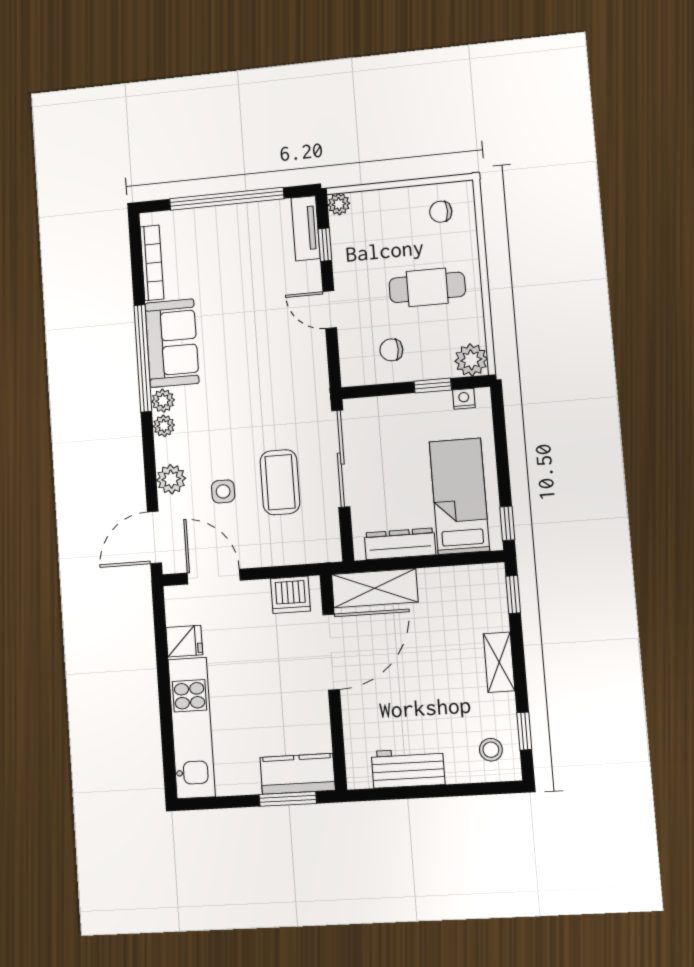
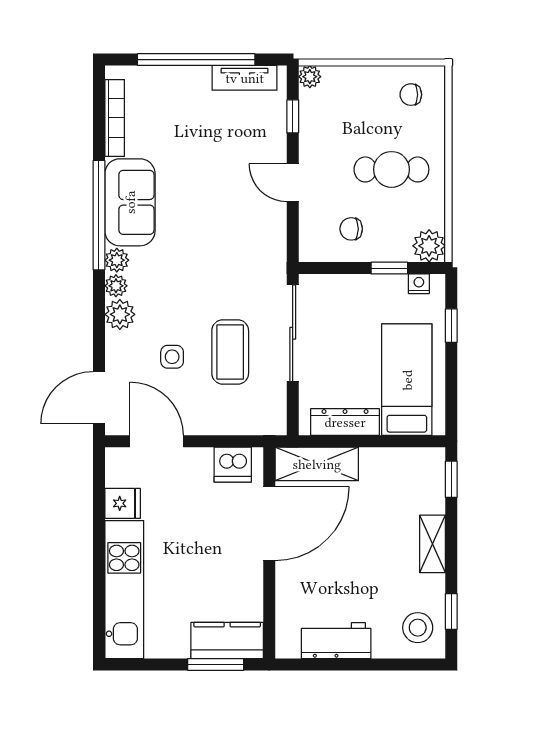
tv unit: (306, 228) -> (245, 78), moved, turned -90
plant: (171, 479) -> (120, 314), moved
window: (507, 523) -> (451, 326), moved
stool: (491, 750) -> (418, 628), width x1.37, depth x1.37

